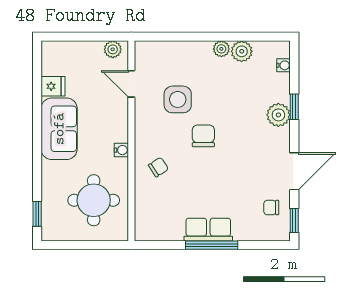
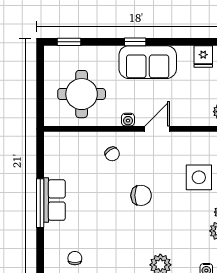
door: (131, 84) -> (157, 129), moved
fridge: (53, 86) -> (203, 56), moved
side table: (178, 99) -> (199, 177), moved
window: (37, 142) -> (135, 42), added

